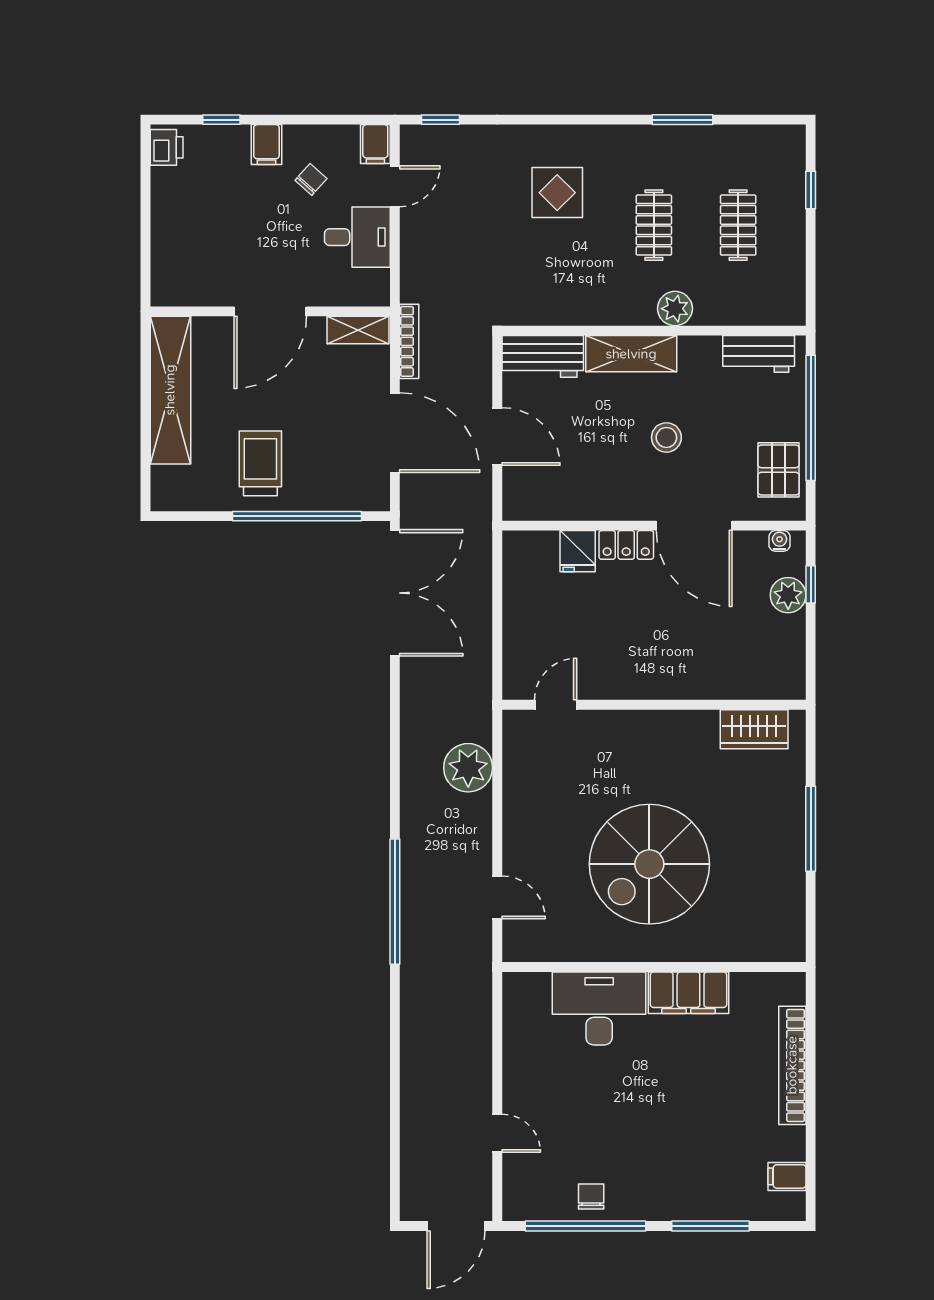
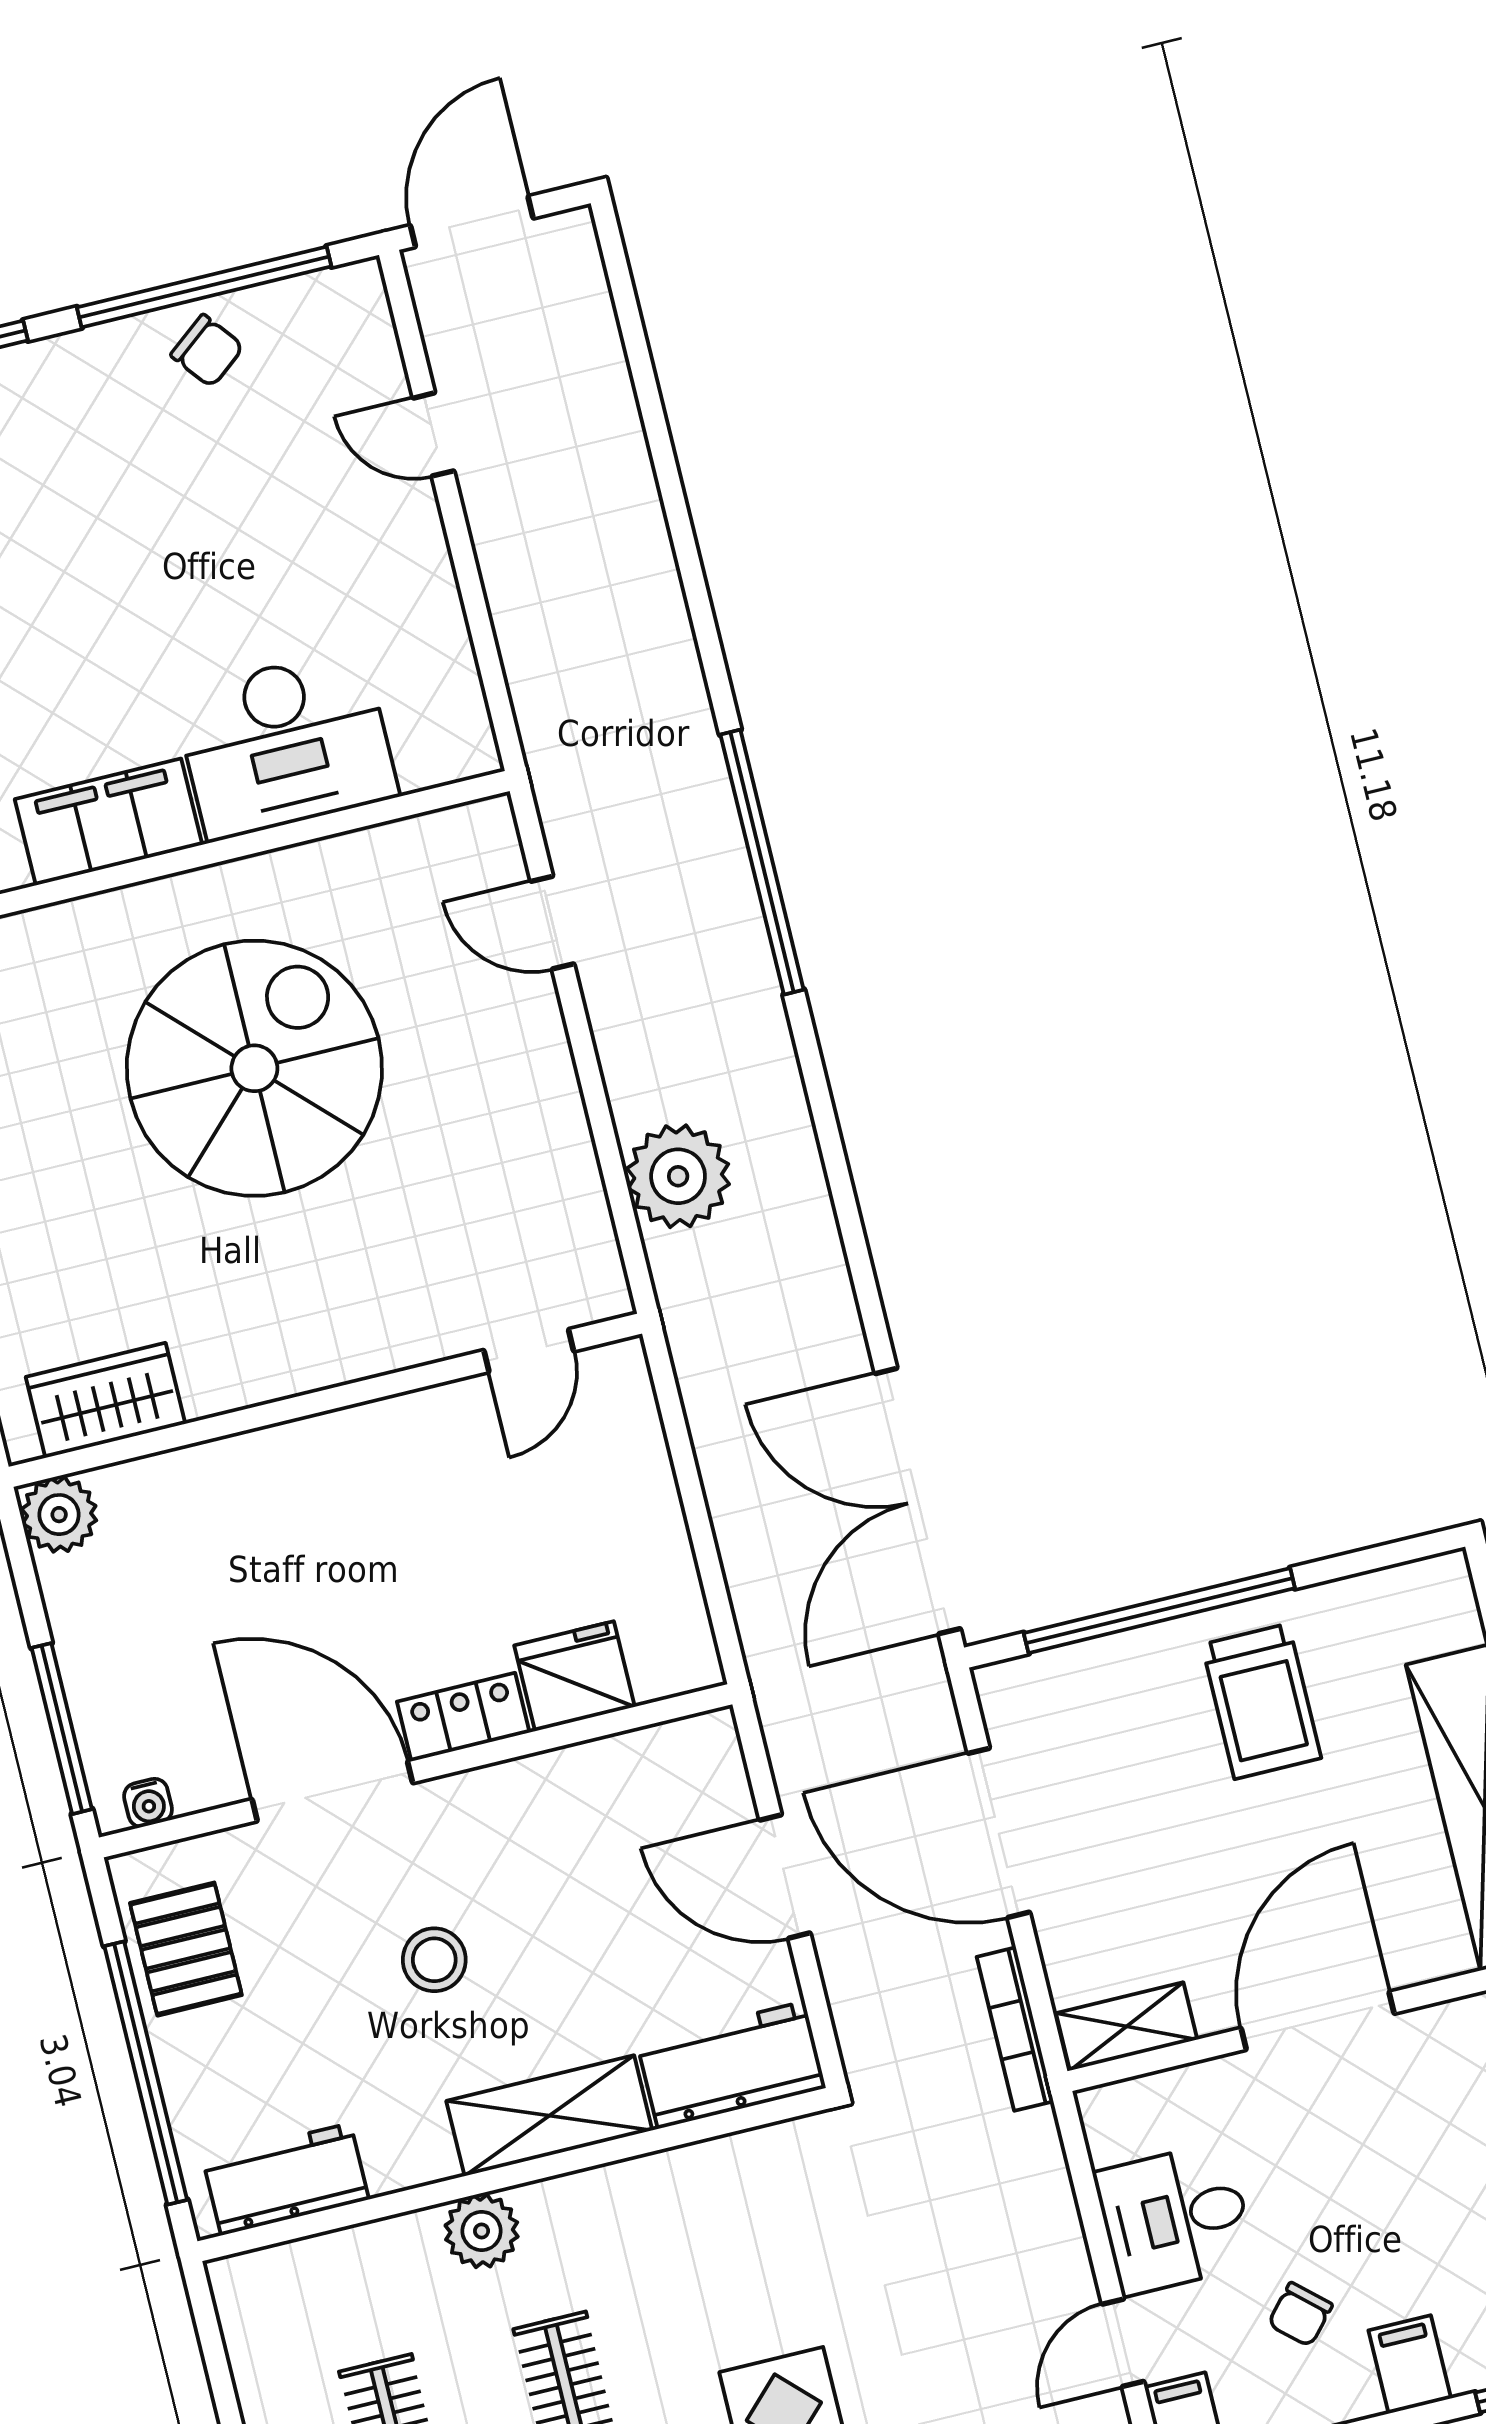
fridge: (578, 551) -> (574, 1676), width x1.38
window: (811, 584) -> (62, 1729), width x2.17
plant: (788, 595) -> (59, 1515), moved
chair: (591, 1197) -> (207, 351), turned -38

